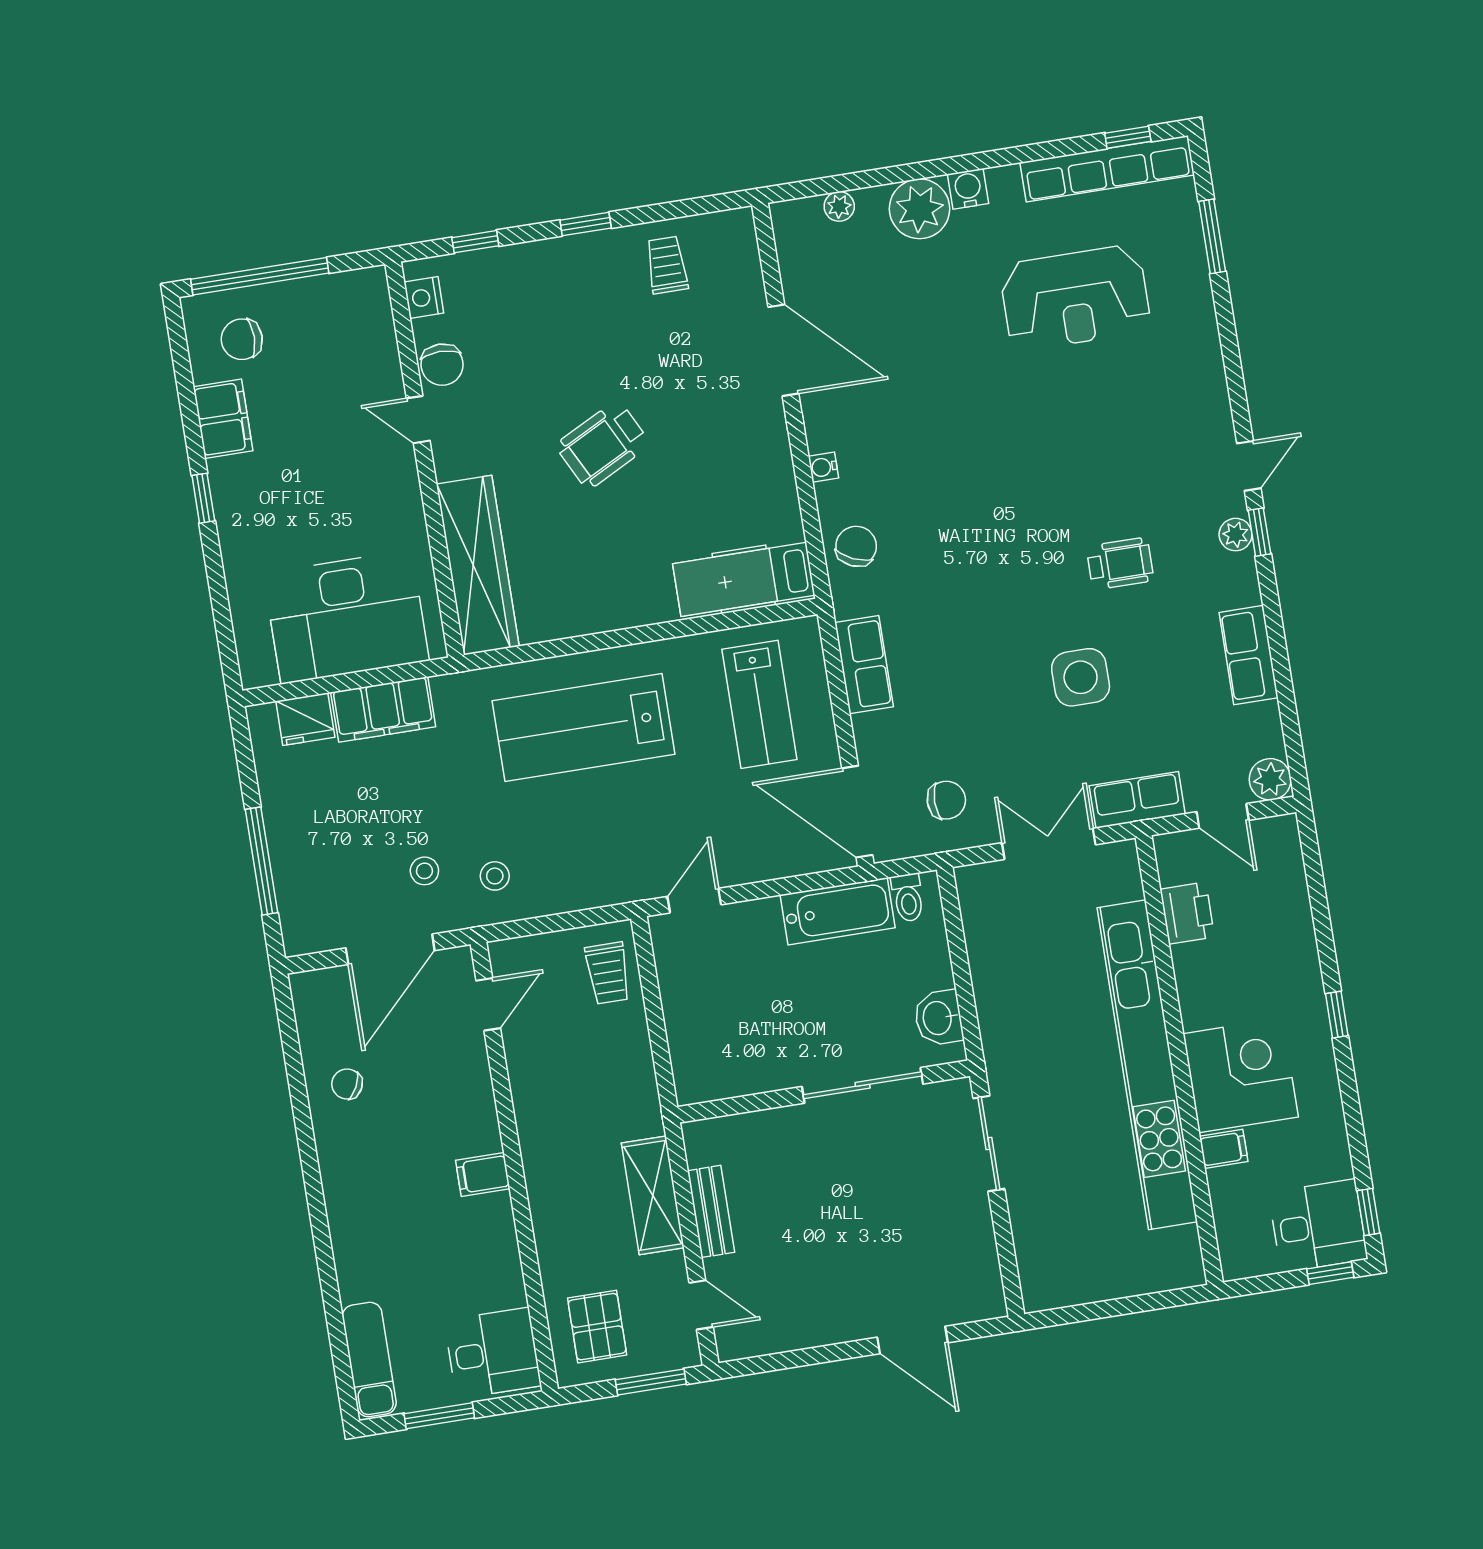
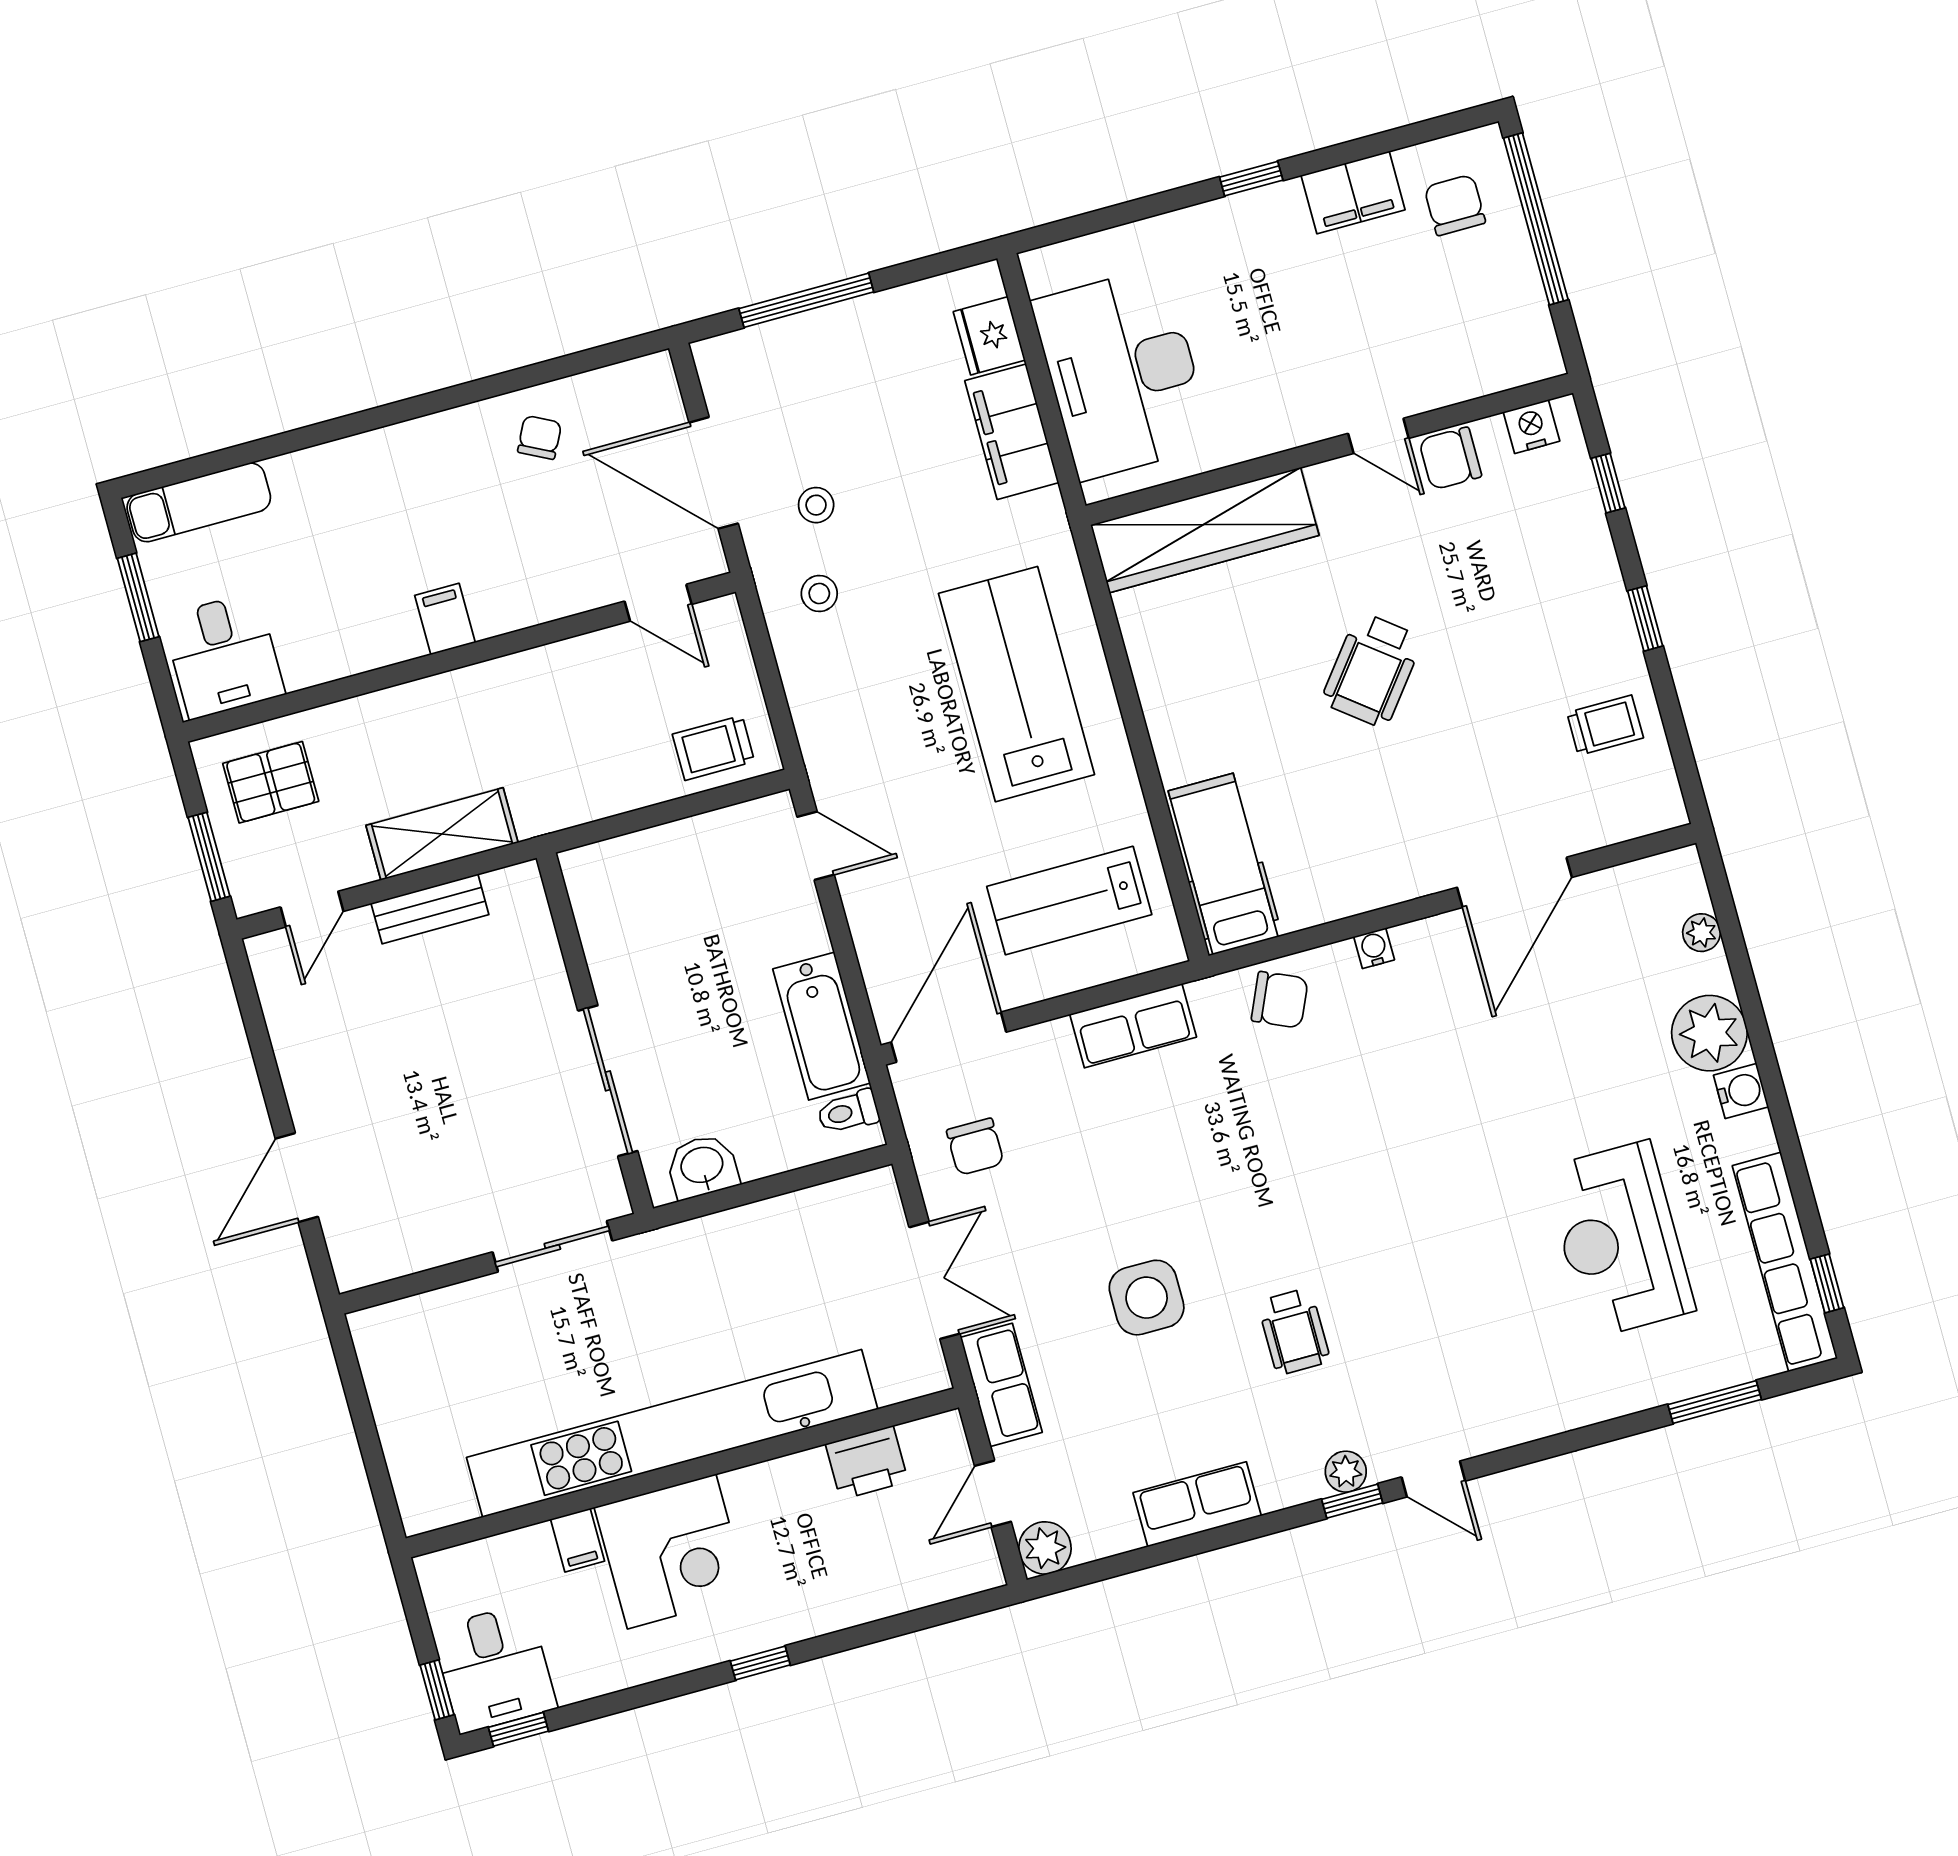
door: (418, 420) -> (1378, 436), swing flipped
wheelchair: (603, 445) -> (1372, 670), turned -115

